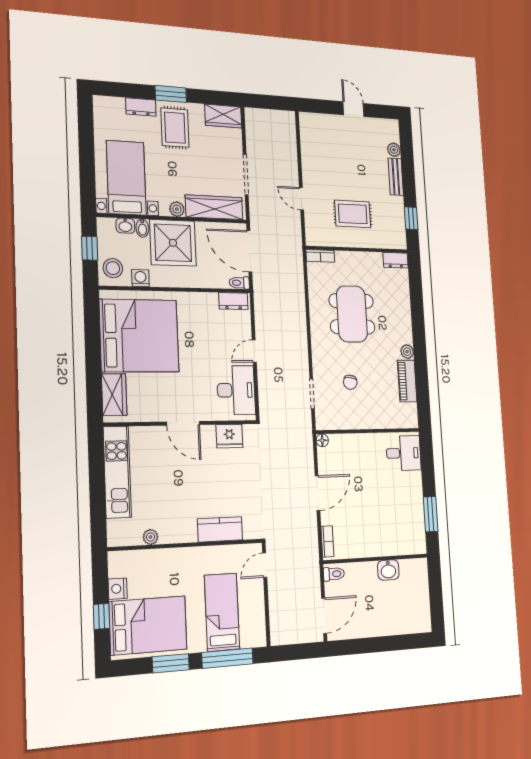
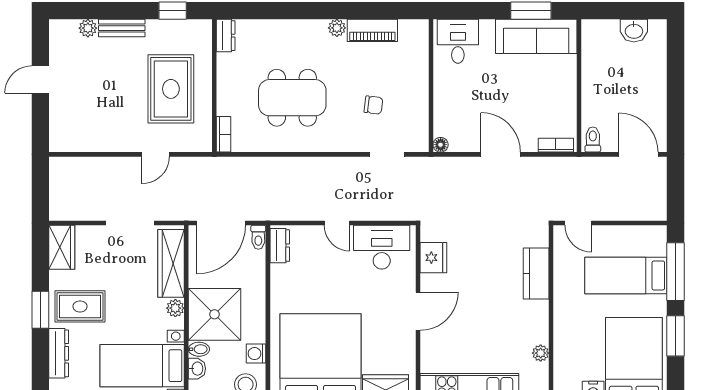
dresser: (141, 107) -> (59, 353), width x1.44
rug: (353, 214) -> (171, 89), width x1.36, depth x1.43
sofa: (411, 520) -> (536, 36), added
washbasin: (388, 570) -> (634, 31), moved, turned 90

